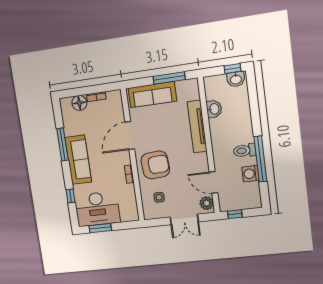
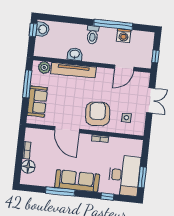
sofa: (152, 95) -> (37, 101), width x0.73
washbasin: (214, 109) -> (75, 54), moved
toilet: (245, 151) -> (93, 35), moved
plant: (207, 203) -> (44, 67), moved

